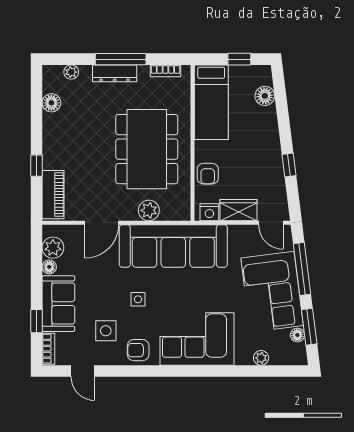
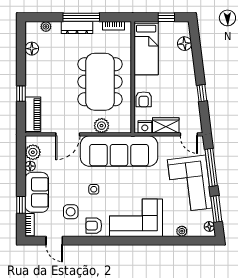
floor lamp: (297, 335) -> (209, 226), moved

